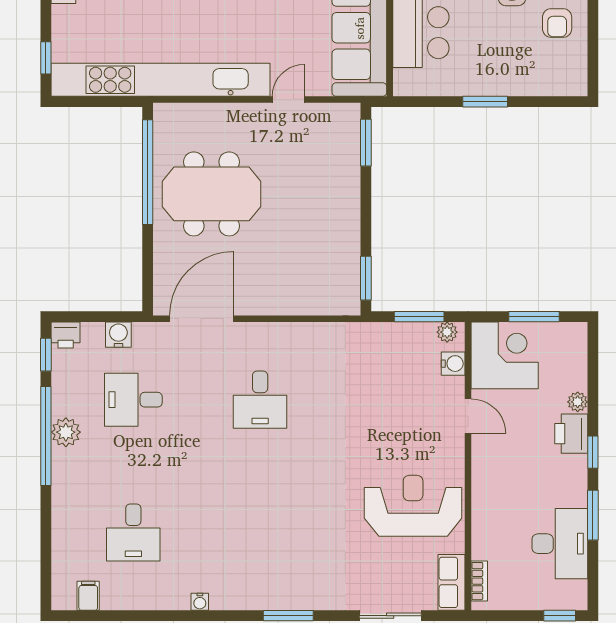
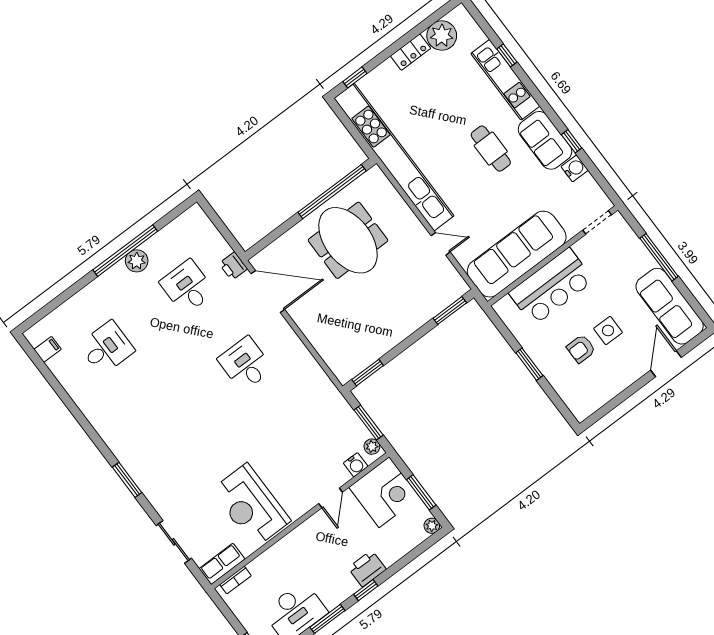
armchair: (557, 23) -> (581, 349), moved
printer: (66, 335) -> (233, 266), moved
water cooler: (118, 335) -> (220, 248), removed
window: (46, 355) -> (175, 213), removed
desk: (260, 400) -> (245, 364), turned 90
plant: (578, 402) -> (432, 526), moved
reception desk: (413, 506) -> (251, 505), turned 180
desk: (133, 533) -> (107, 348), turned 180
water cooler: (200, 602) -> (95, 420), removed

